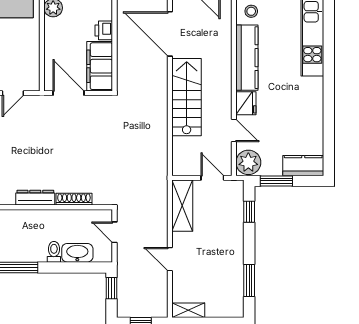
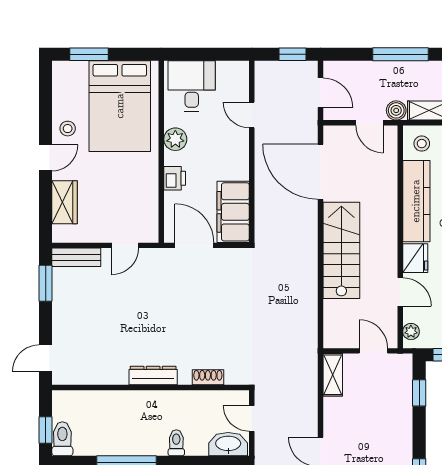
printer: (104, 30) -> (175, 178), moved, turned 180
plant: (248, 162) -> (411, 332), width x0.53, depth x0.53
shoe rack: (74, 199) -> (208, 377), width x0.70
shelving: (182, 206) -> (333, 375), width x0.67, depth x0.75
washbasin: (77, 253) -> (228, 444), moved

